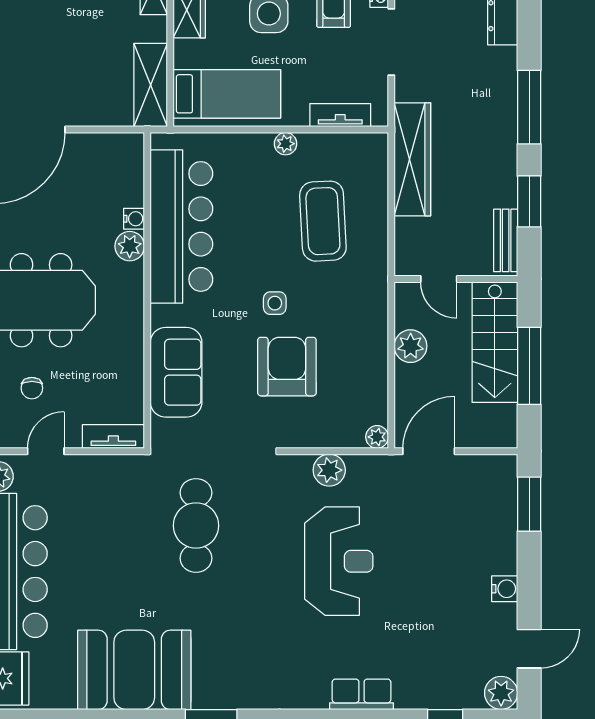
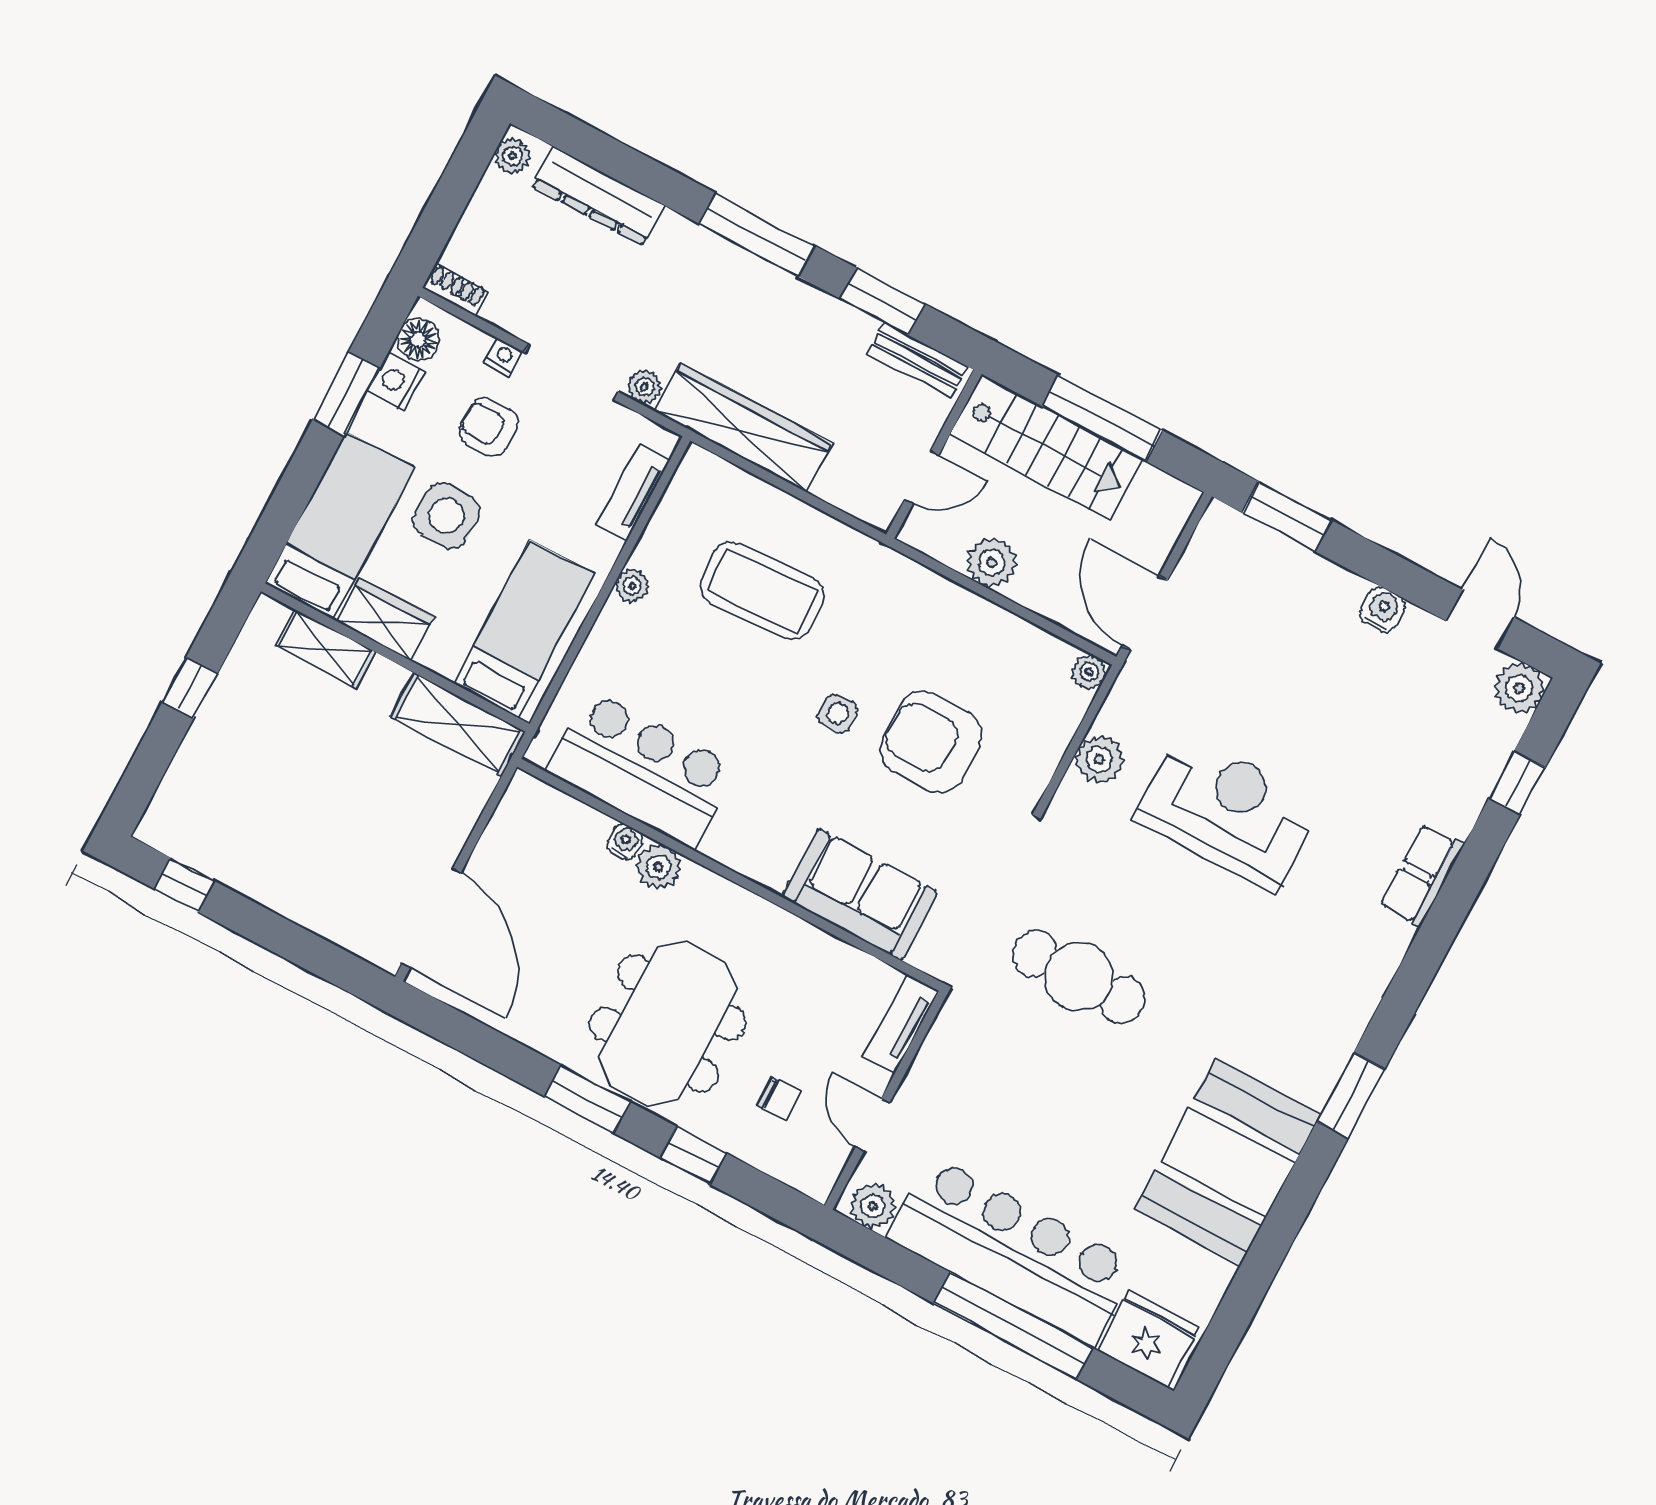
plant: (405, 89) -> (645, 387), added
bar counter: (181, 226) -> (642, 769), width x0.73

